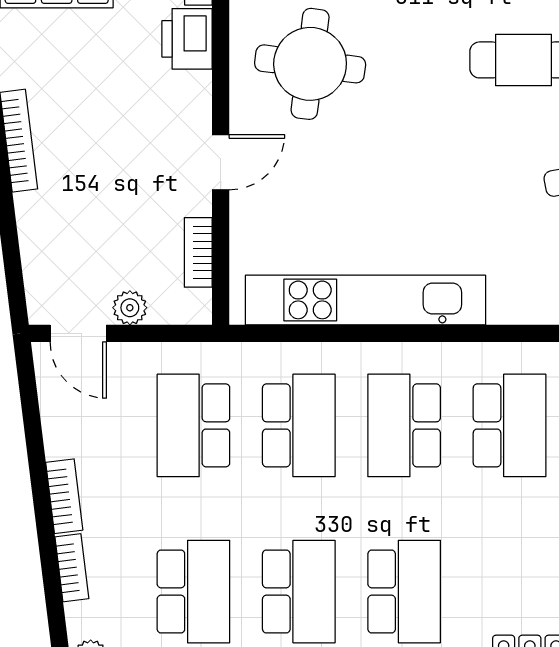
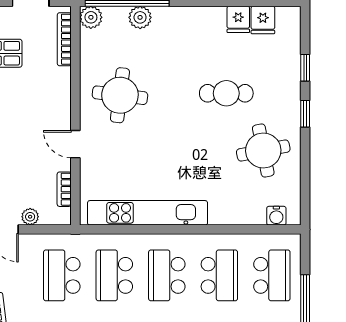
printer: (187, 39) -> (59, 83), removed
door: (221, 162) -> (75, 144), swing flipped
school desk: (299, 425) -> (114, 275), turned 180

